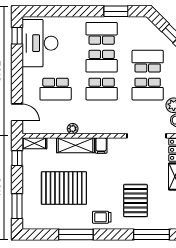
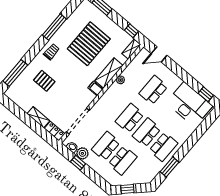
pallet: (135, 201) -> (44, 81), width x0.67, depth x0.71

